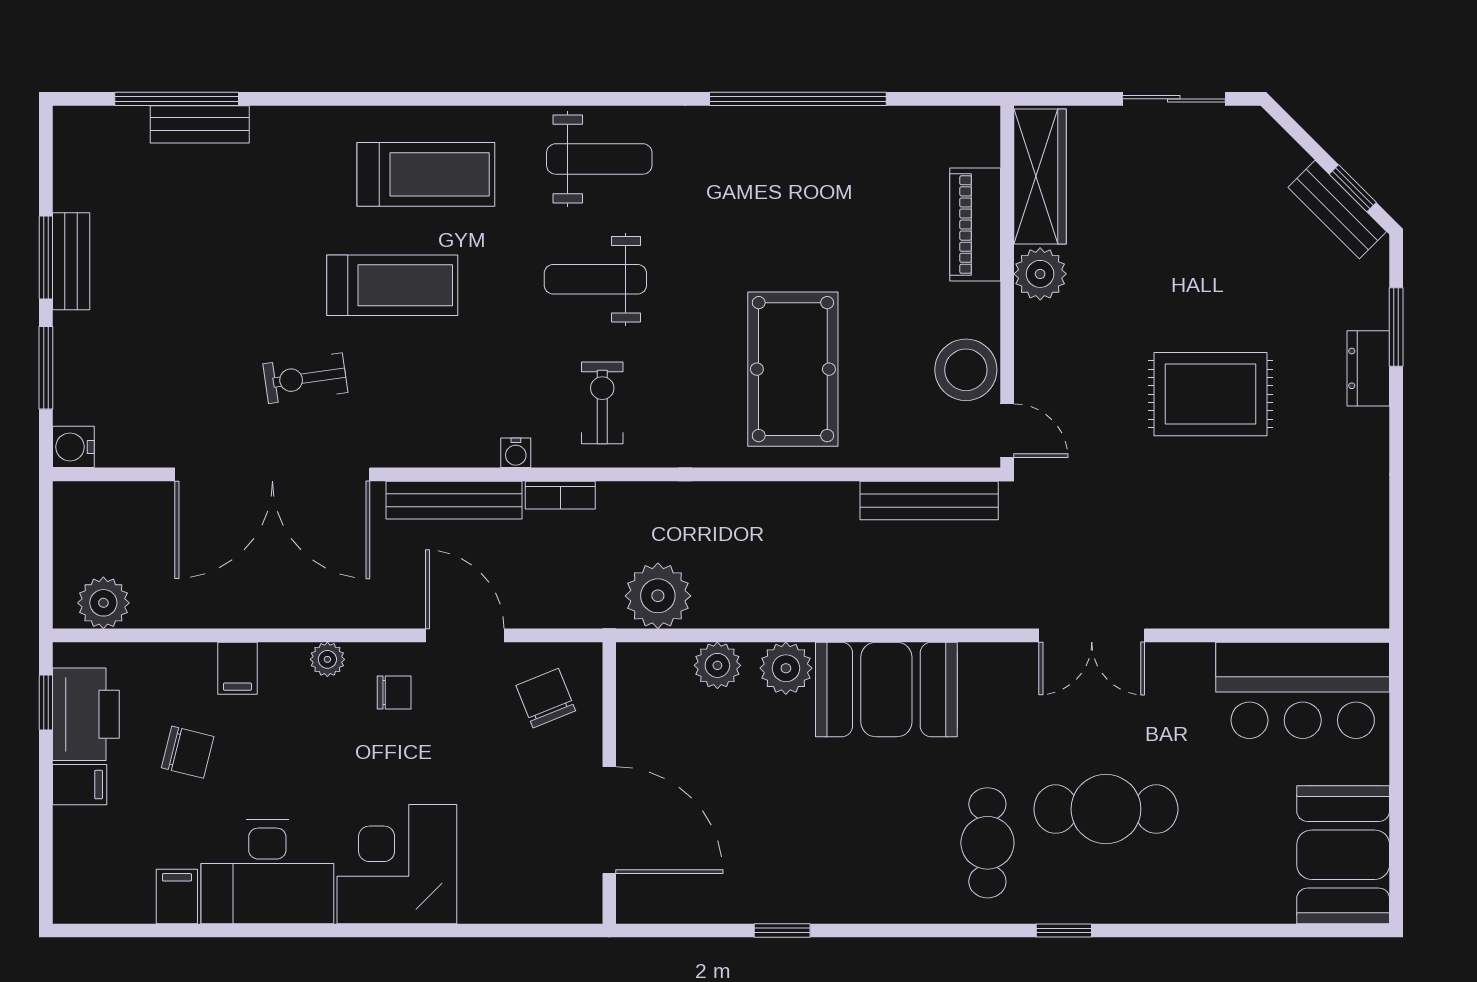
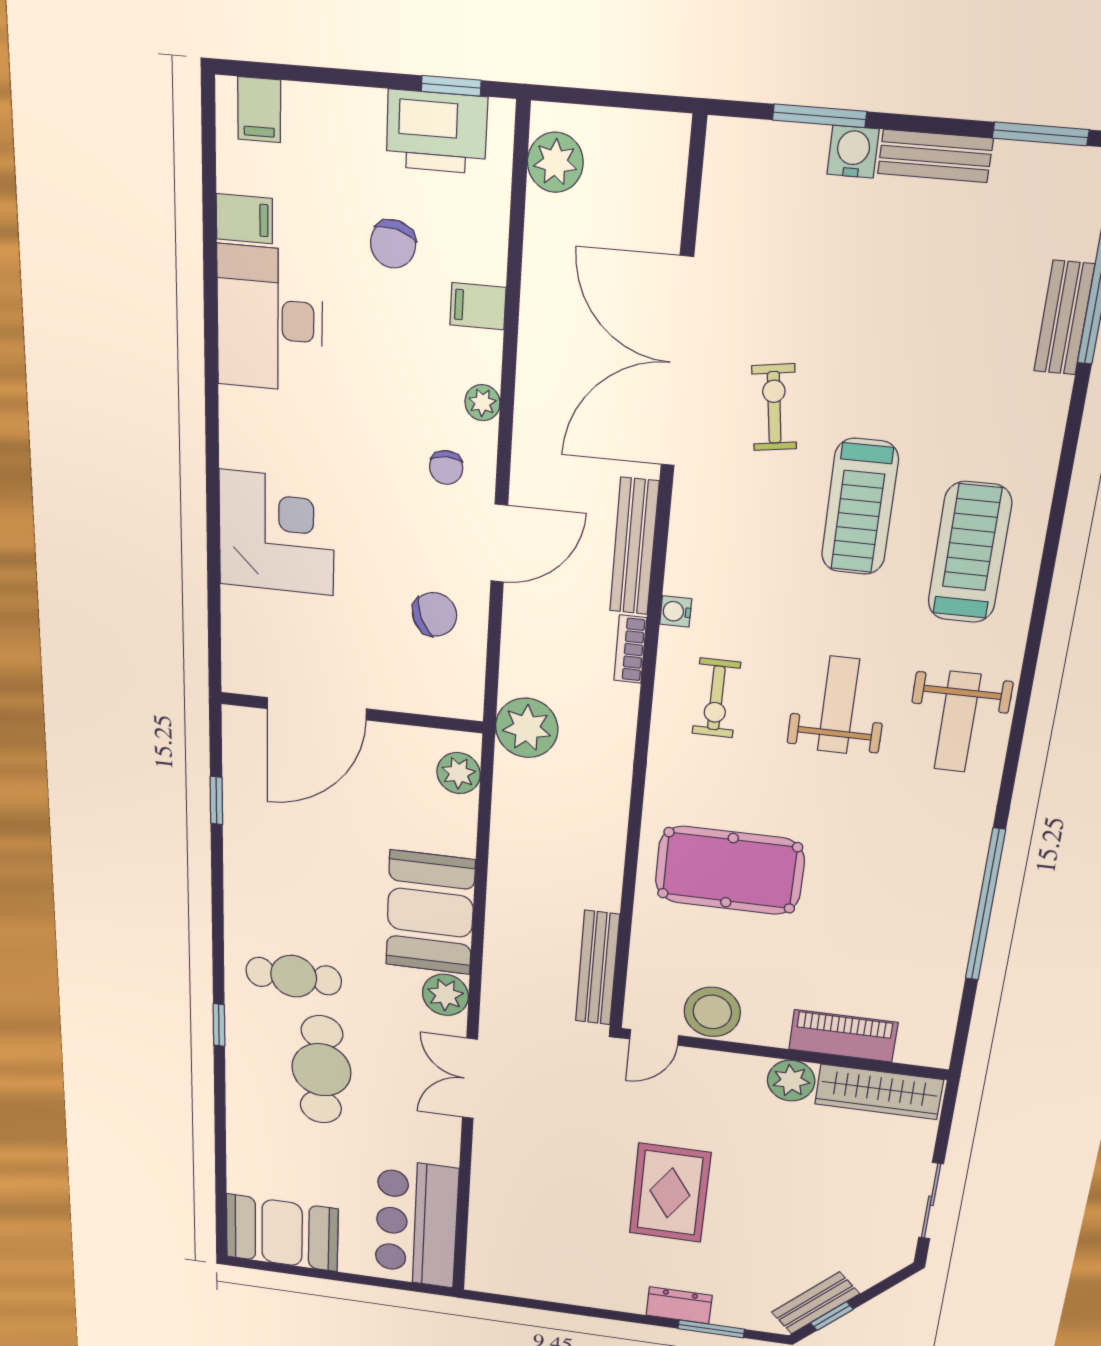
treadmill: (426, 174) -> (970, 553), turned 180
window: (46, 258) -> (1041, 134), moved
exercise bike: (602, 403) -> (716, 698), turned 90
water cooler: (73, 447) -> (853, 152), moved
plant: (786, 668) -> (445, 995), moved
wall: (609, 783) -> (351, 713), moved
filing cabinet: (80, 785) -> (259, 110), moved
door: (609, 820) -> (317, 709), moved
corner desk: (397, 864) -> (277, 533), moved

